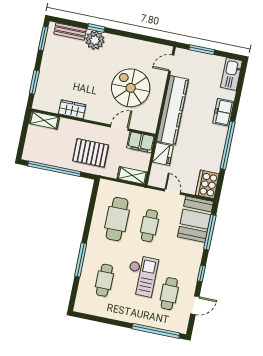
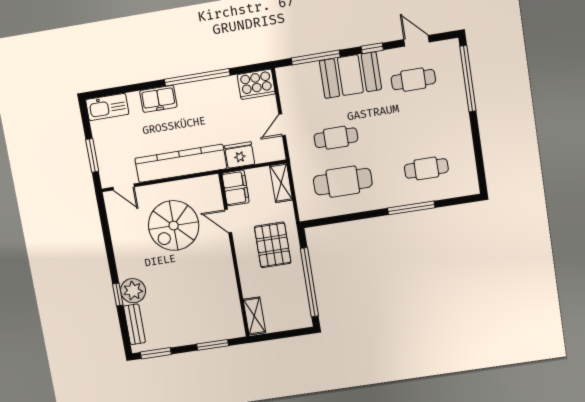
wardrobe: (72, 109) -> (228, 287), removed
booth: (195, 219) -> (350, 75), moved
checkout: (142, 276) -> (403, 123), removed

